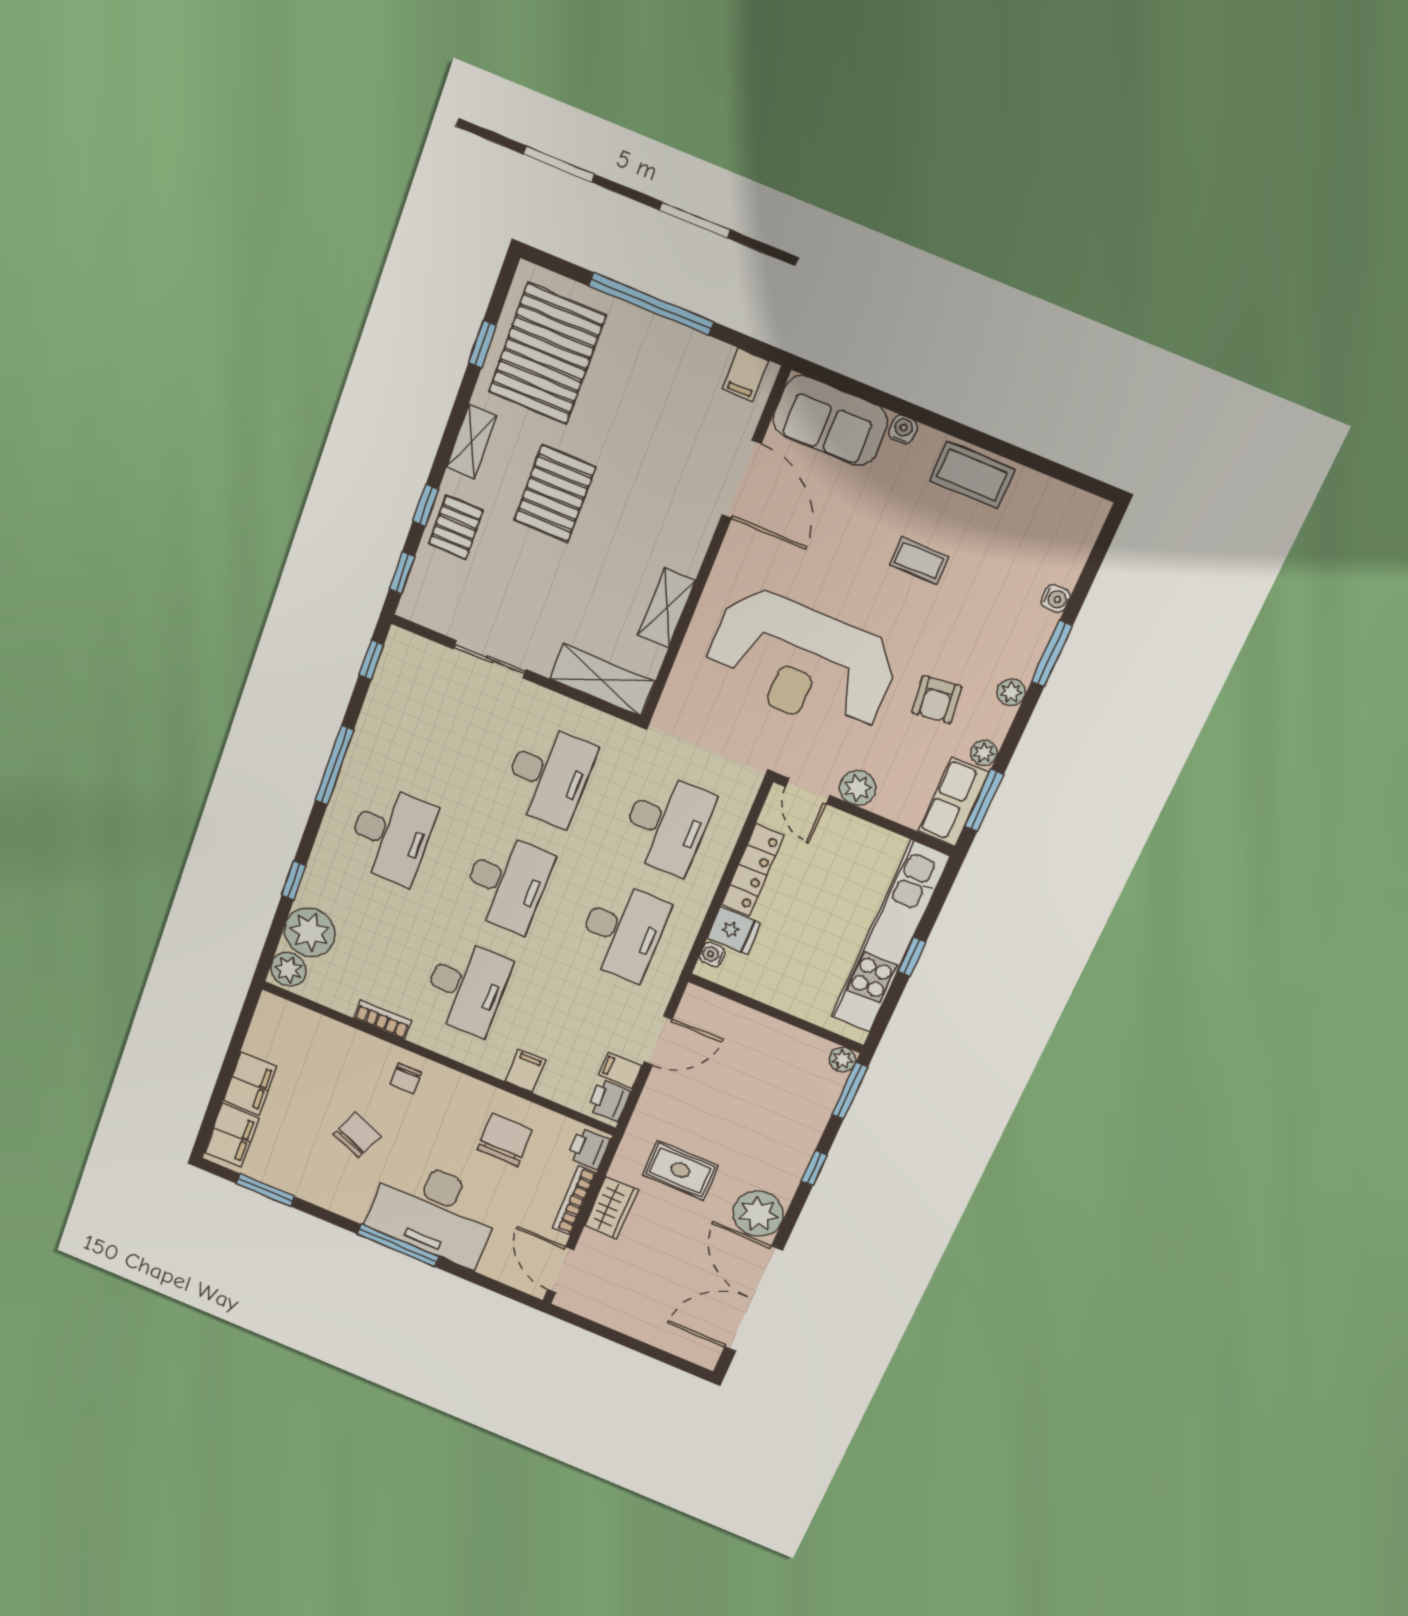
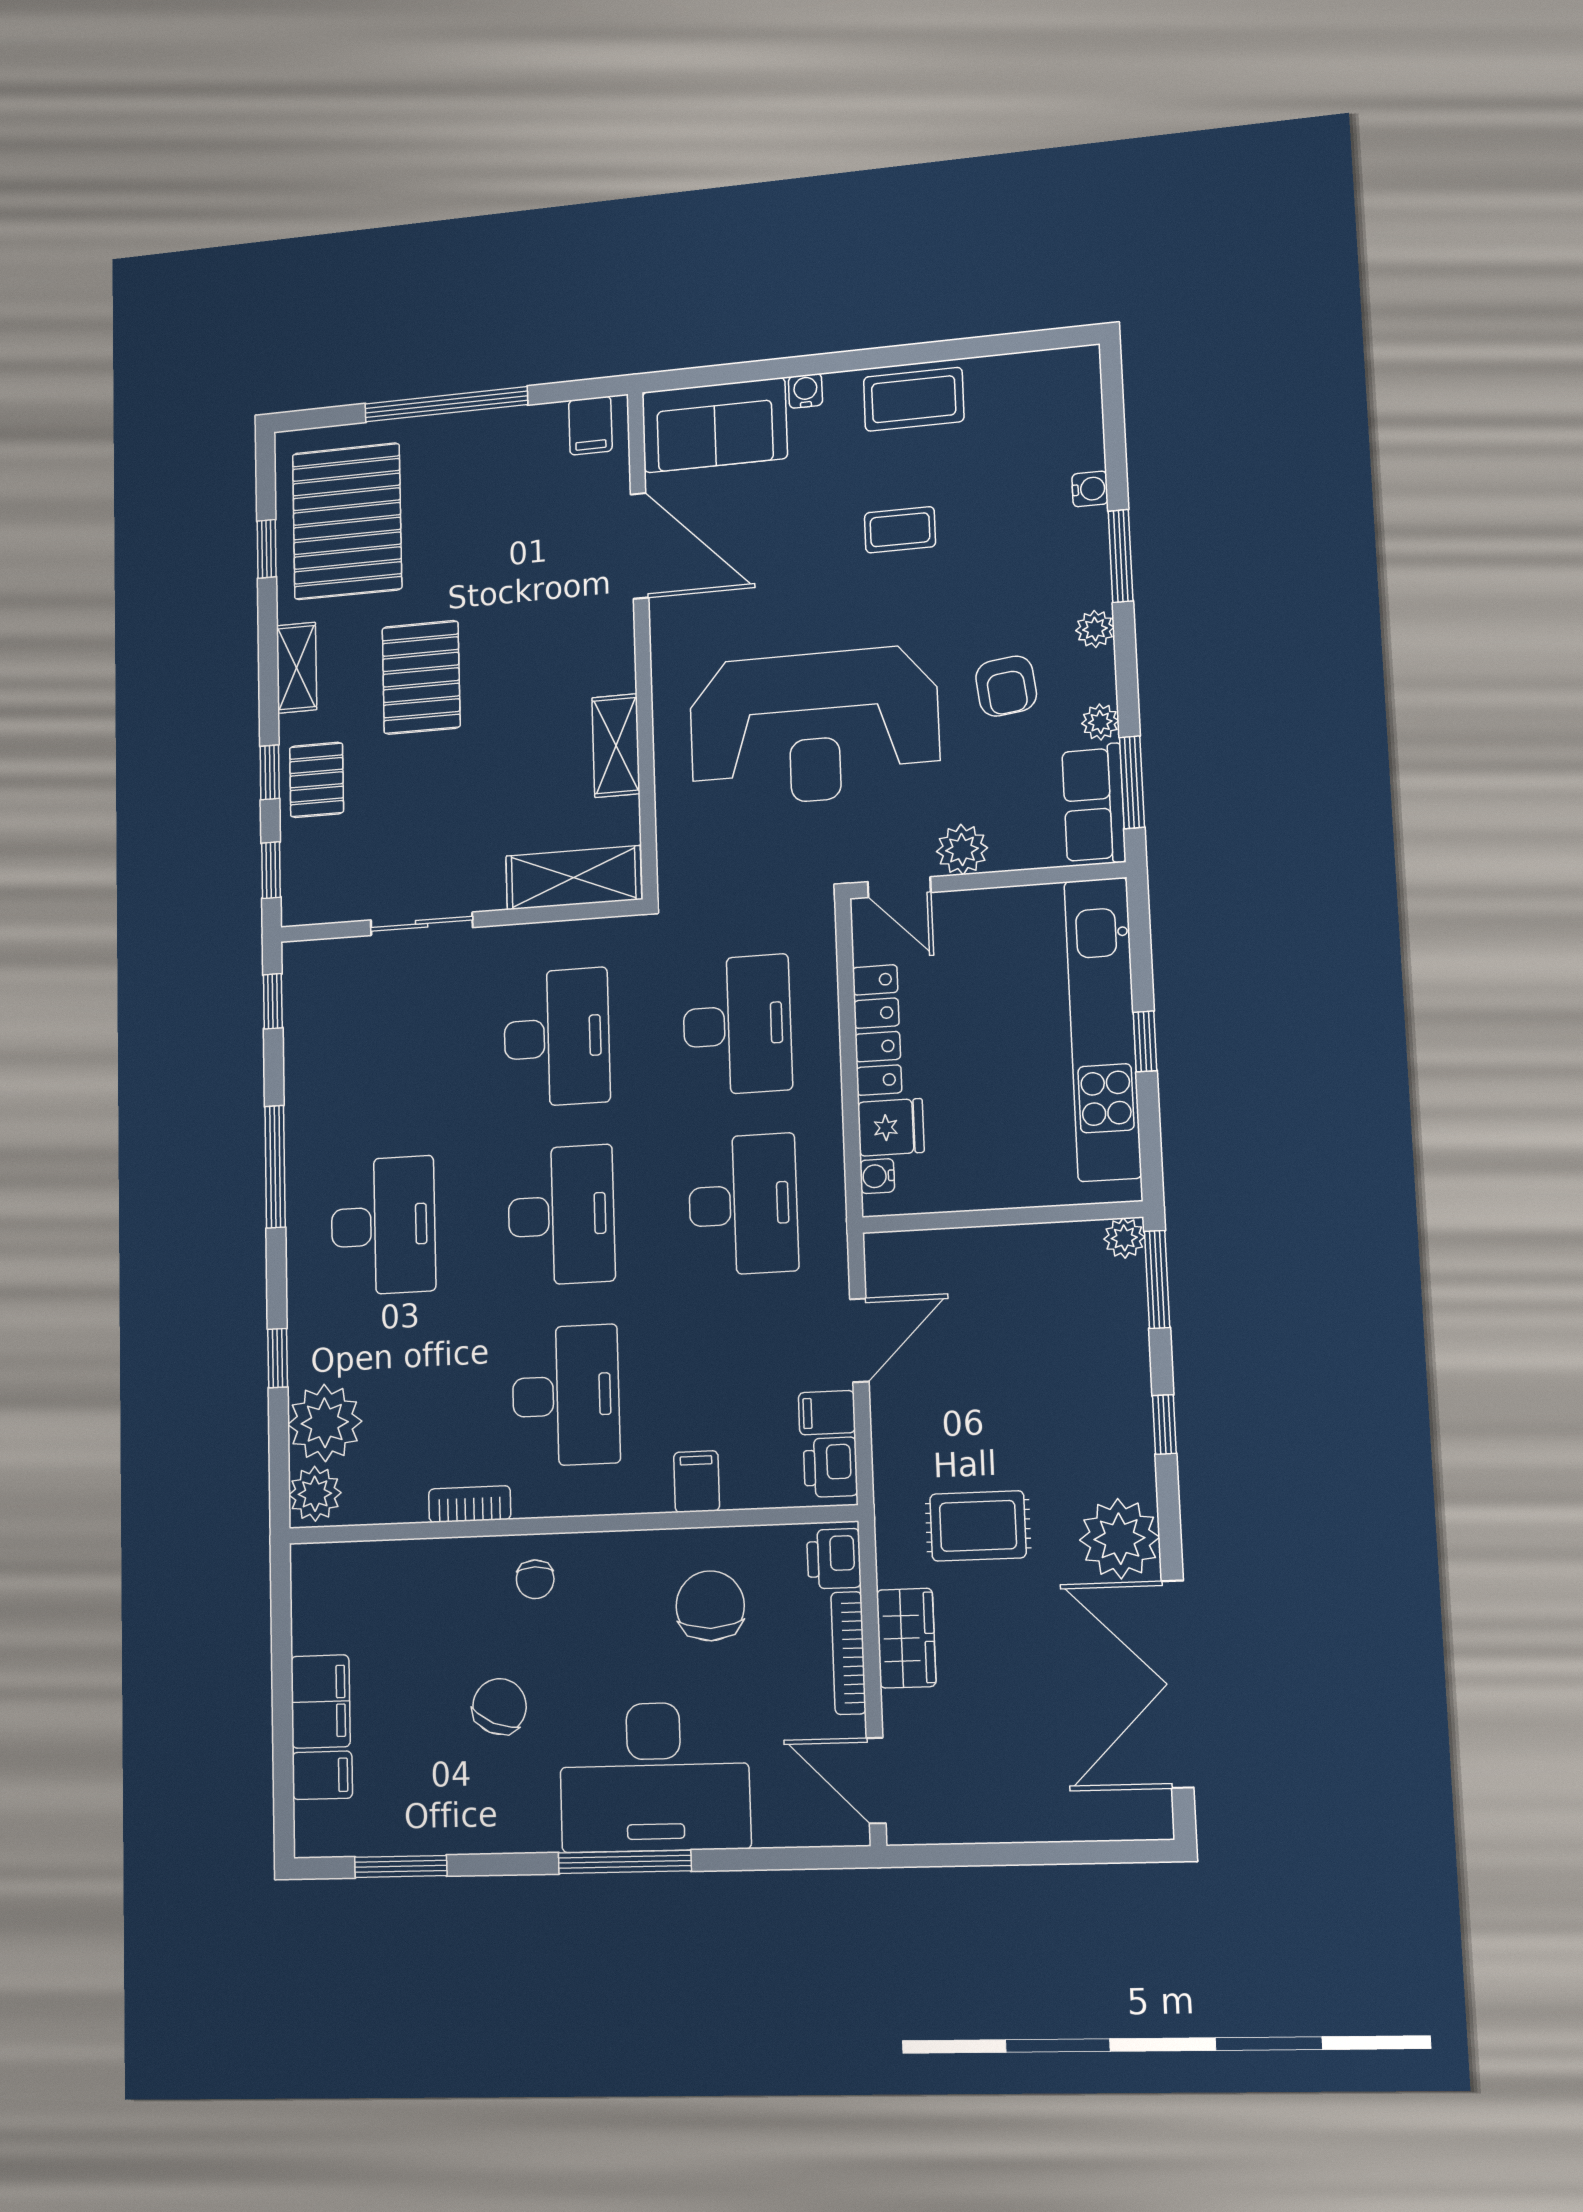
filing cabinet: (232, 1135) -> (322, 1775), width x0.50

